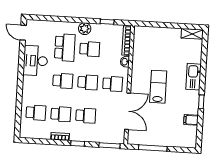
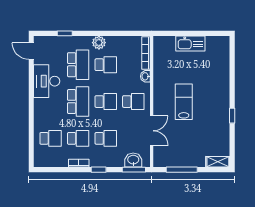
window: (107, 22) -> (65, 33), moved
shelving: (192, 34) -> (218, 162), moved
kitchen sink: (194, 77) -> (190, 43), moved, turned -90
school desk: (63, 81) -> (78, 102), width x1.85
double door: (128, 111) -> (152, 131), width x0.73
filing cabinet: (191, 120) -> (222, 136), removed
washbasin: (109, 137) -> (133, 160), added

